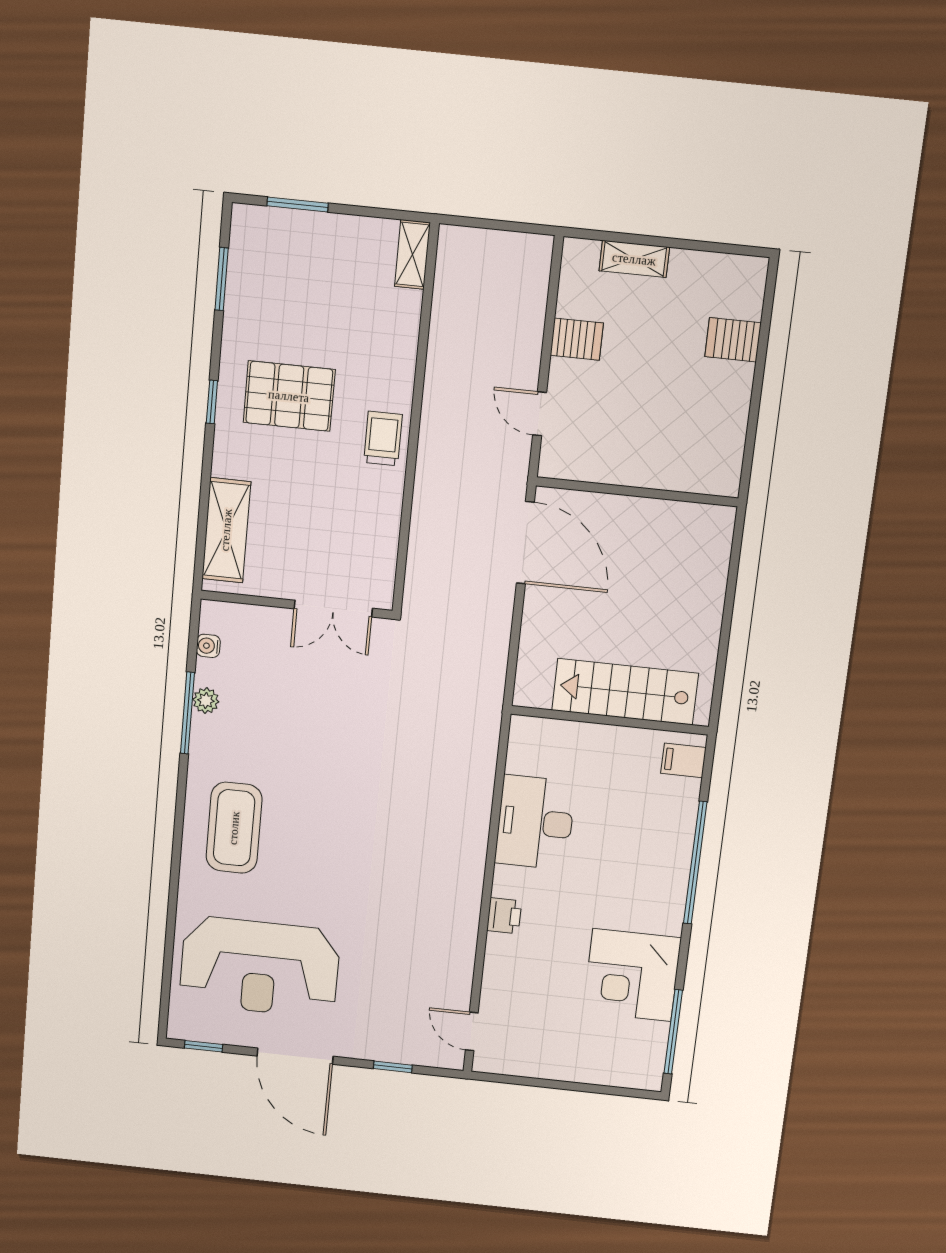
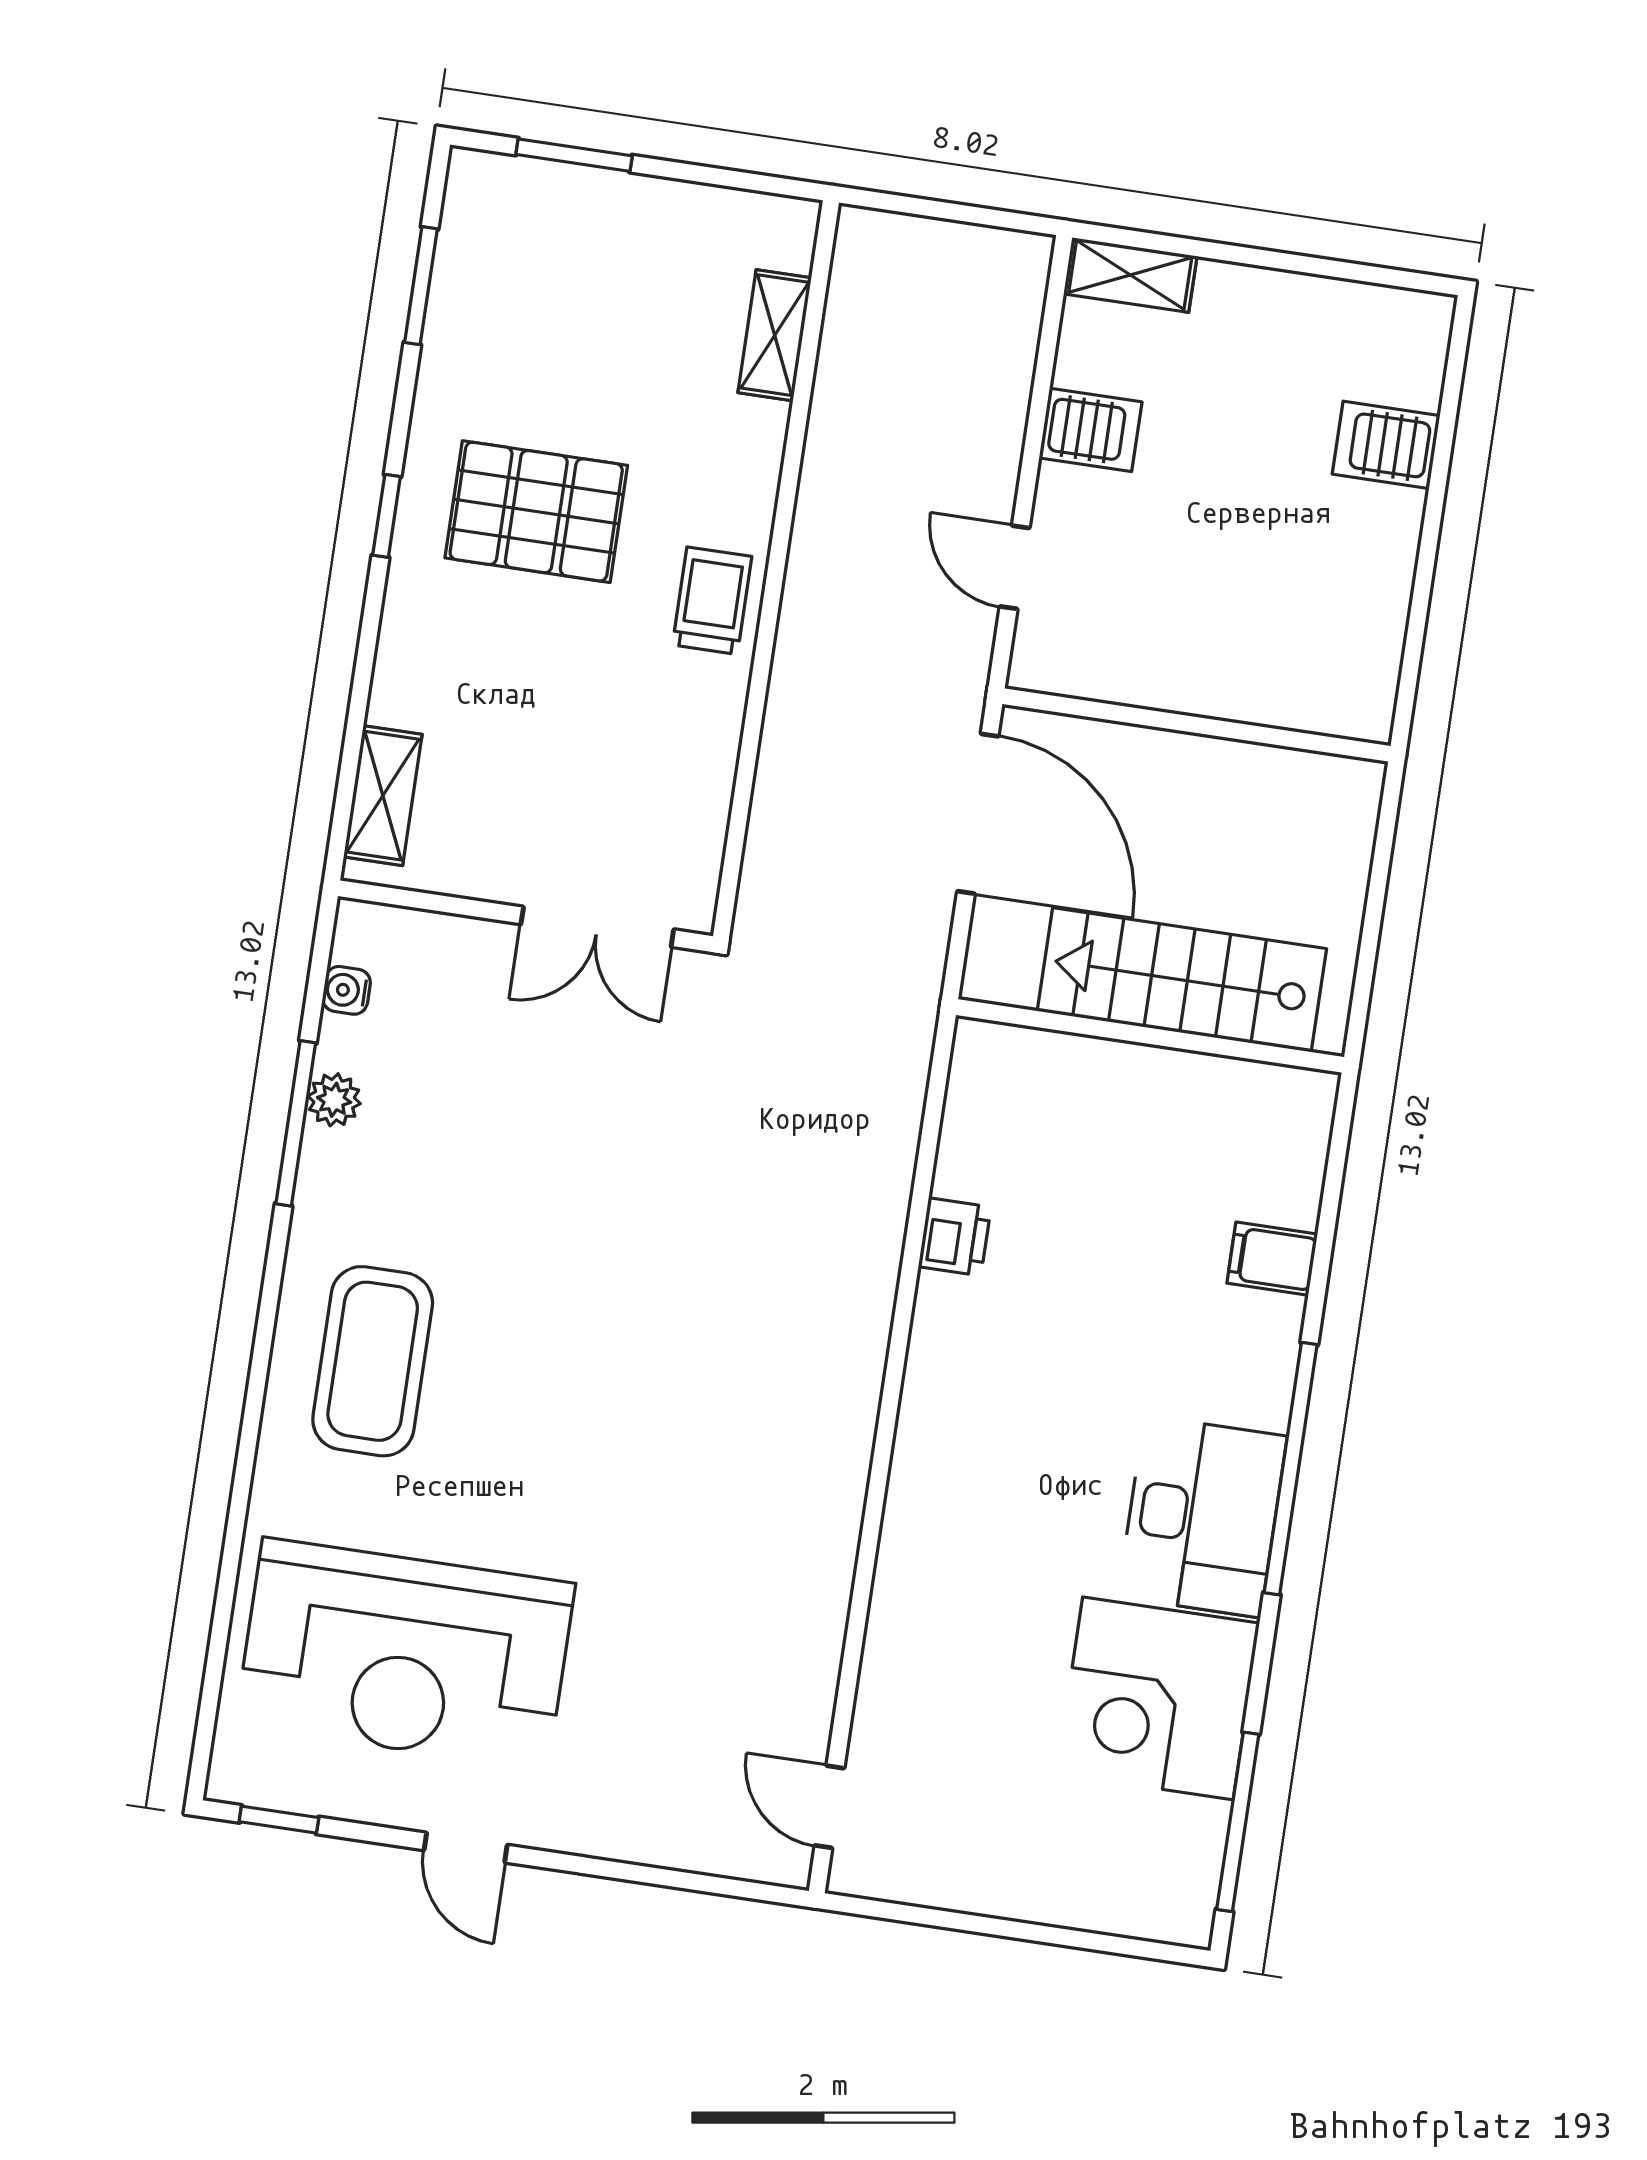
shelving: (412, 254) -> (775, 335), moved
shelving: (634, 259) -> (1130, 275), moved
shelving: (226, 530) -> (383, 796), width x0.67, depth x0.75
stairs: (625, 692) -> (1182, 980), moved
wall: (610, 720) -> (1150, 1036), moved
desk: (535, 822) -> (1202, 1516), moved, turned 180
printer: (504, 916) -> (955, 1237), moved
door: (295, 1056) -> (466, 1848), width x0.53
window: (393, 1067) -> (665, 1877), removed

